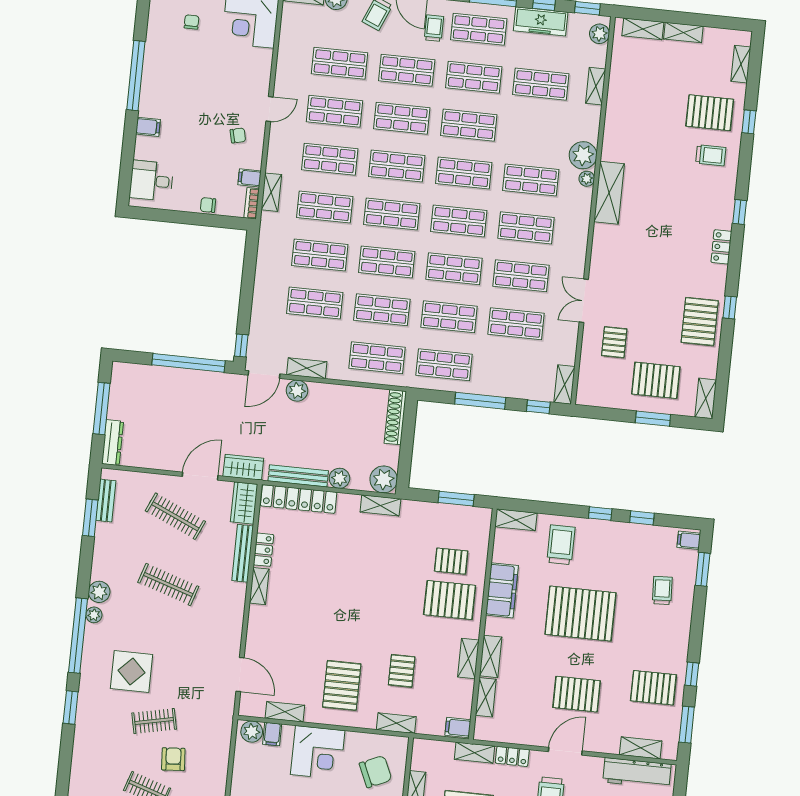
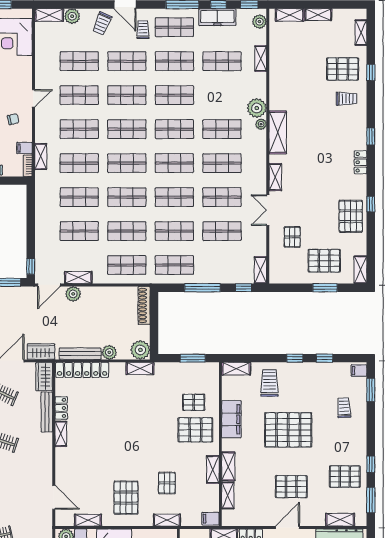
shelving: (599, 255) -> (275, 177), added

